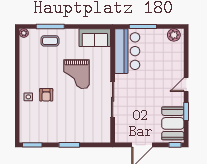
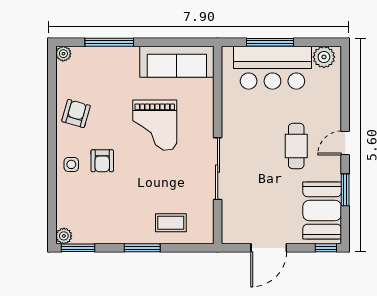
sofa: (95, 38) -> (177, 62), width x1.36
coffee table: (50, 41) -> (171, 223), moved
bar counter: (127, 51) -> (272, 68), moved, turned 90
armchair: (31, 68) -> (76, 113), added
cafe table: (158, 86) -> (296, 146), added
plant: (24, 138) -> (64, 236), added

